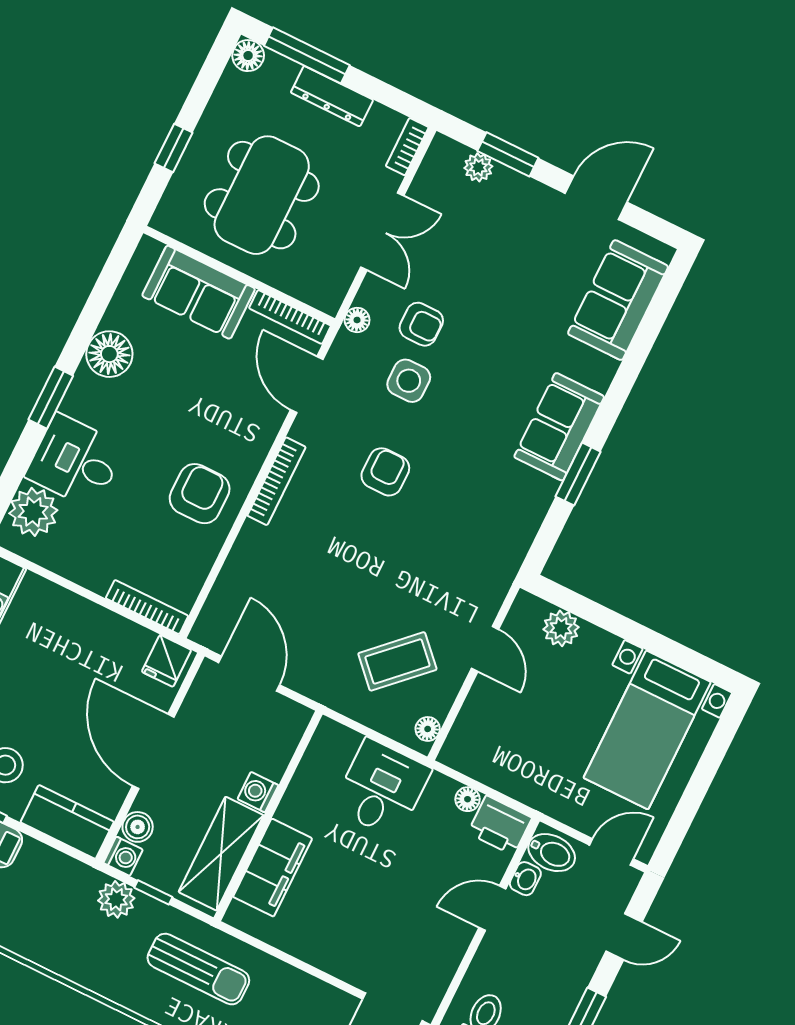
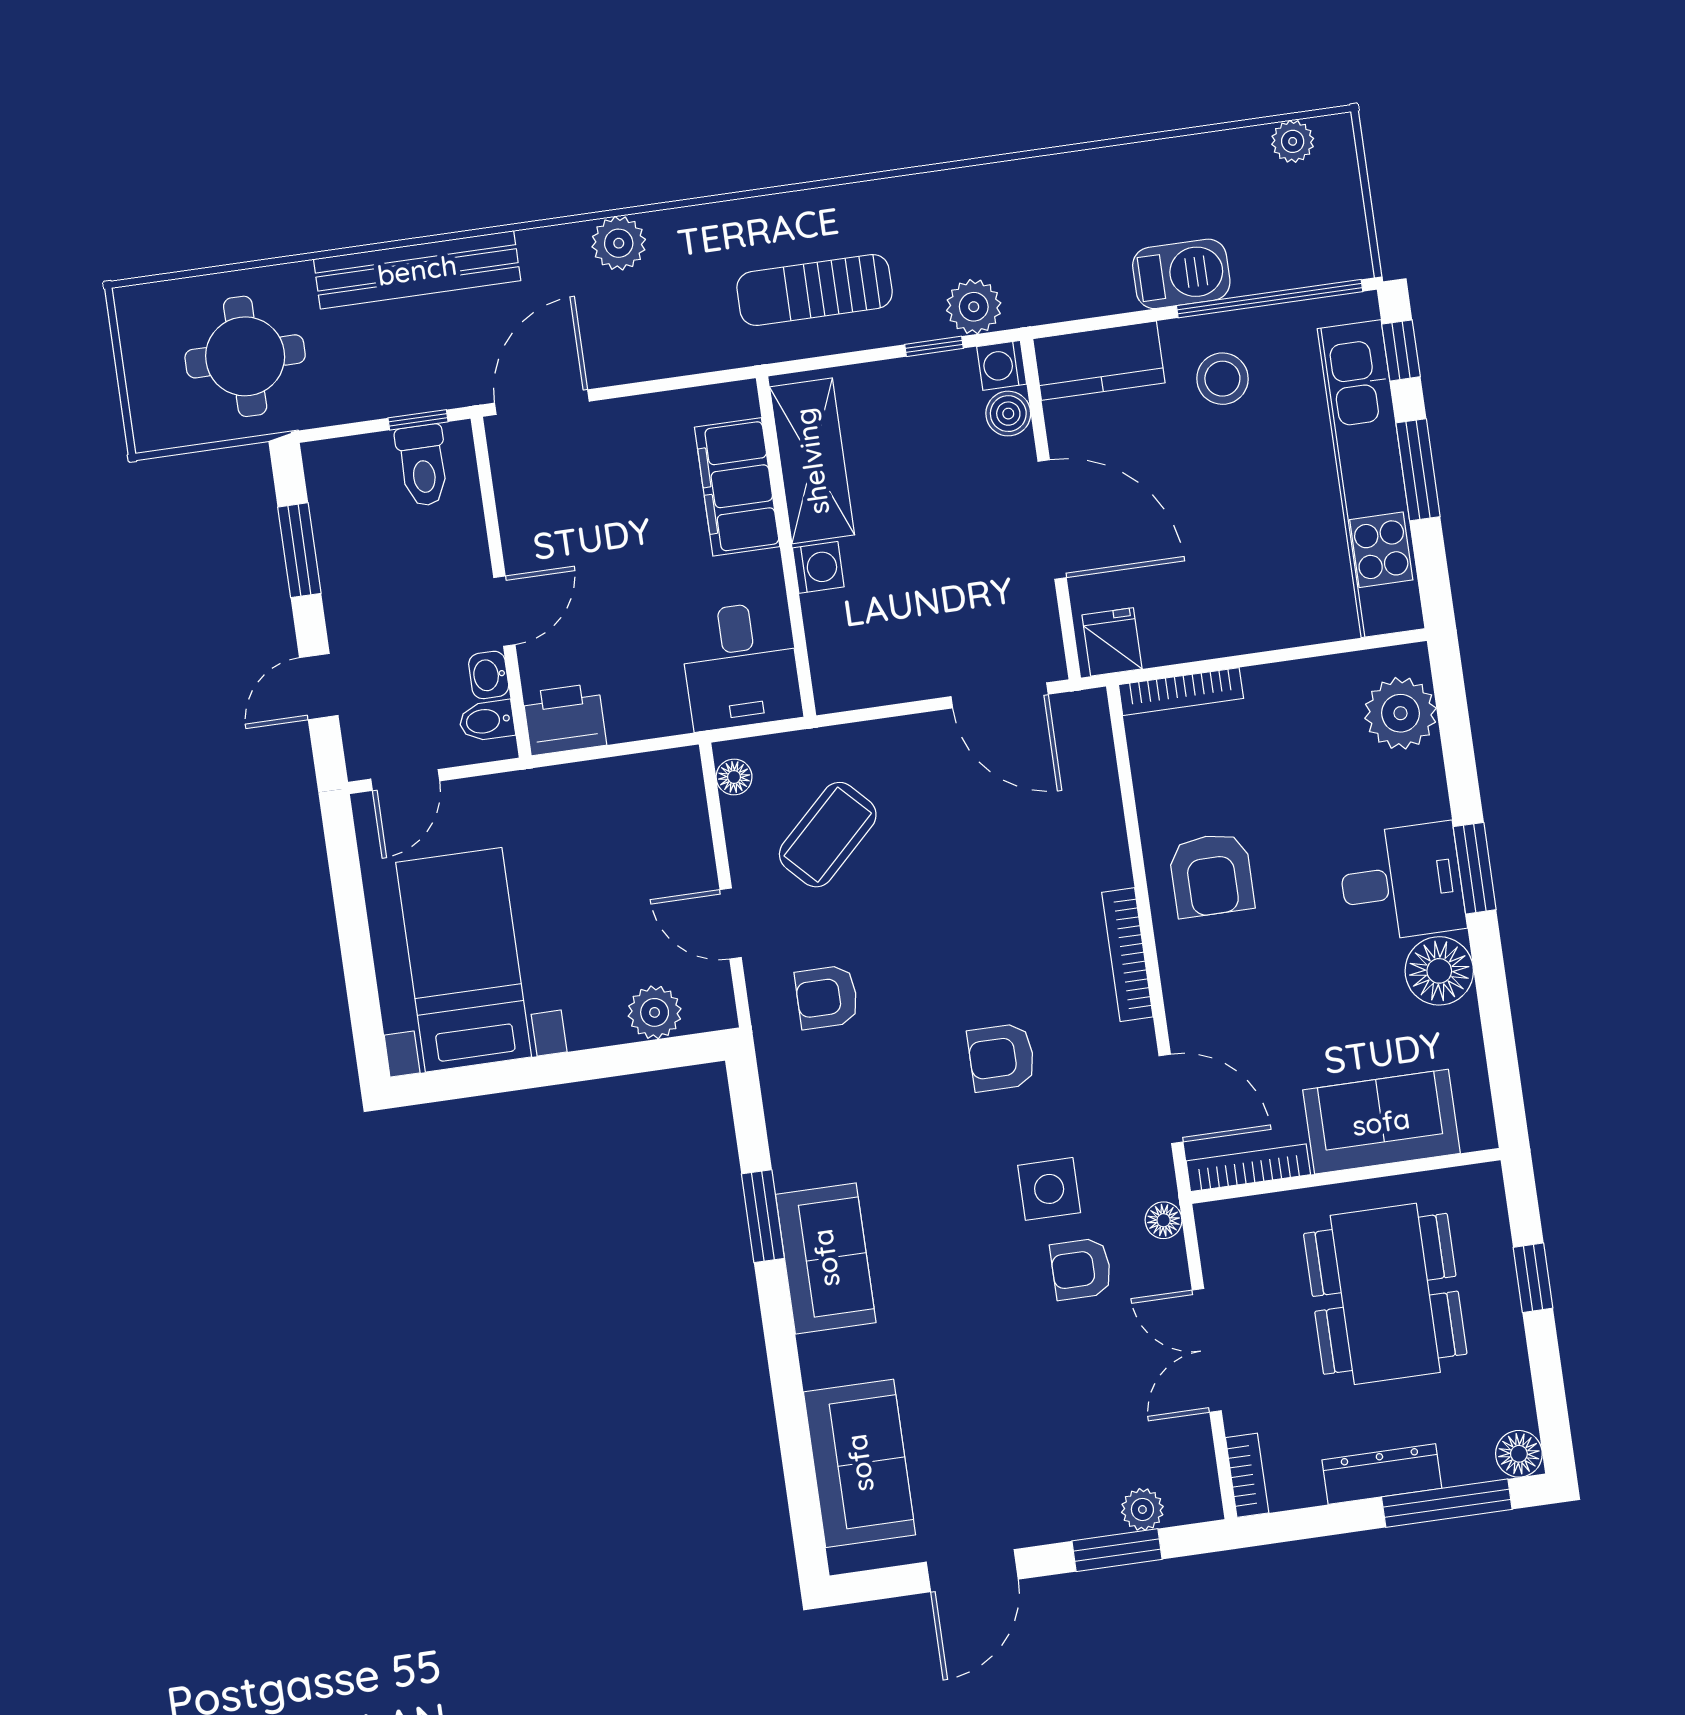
desk: (75, 461) -> (1402, 882), moved
armchair: (385, 472) -> (1001, 1057), turned 90
armchair: (460, 572) -> (827, 997), added
washing machine: (258, 792) -> (818, 567), moved
floor lamp: (468, 799) -> (626, 724), removed
wall: (268, 816) -> (786, 547), moved
bidet: (552, 853) -> (487, 721), width x0.72, depth x0.74
shelving: (221, 854) -> (812, 461), moved
filing cabinet: (273, 868) -> (737, 487), moved

